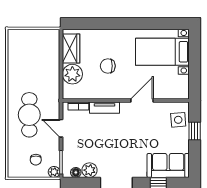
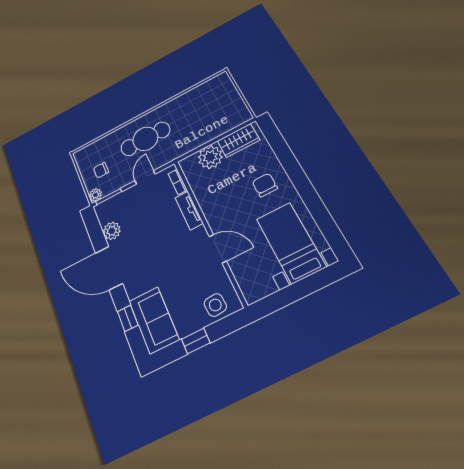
chair: (108, 66) -> (265, 185), moved
window: (195, 131) -> (196, 341), moved
floor lamp: (76, 172) -> (104, 218), removed

